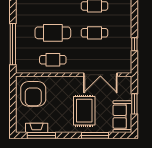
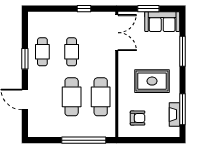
cafe table: (53, 60) -> (101, 97), width x1.37, depth x1.35
double door: (100, 75) -> (117, 33), moved
armchair: (33, 94) -> (138, 118), width x0.53, depth x0.53
rug: (84, 111) -> (152, 81), moved

